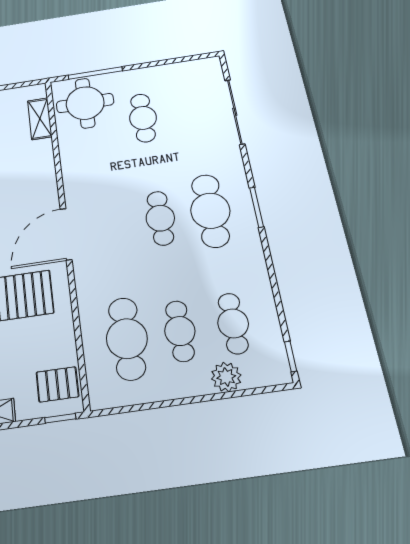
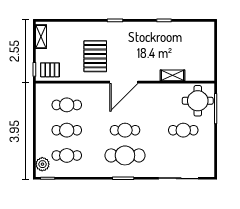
shelving: (40, 119) -> (172, 75), moved
door: (66, 234) -> (124, 82), swing flipped
cafe table: (127, 339) -> (67, 105), width x0.73, depth x0.74
plant: (226, 377) -> (42, 164), moved
pallet: (57, 384) -> (50, 70), turned 90

